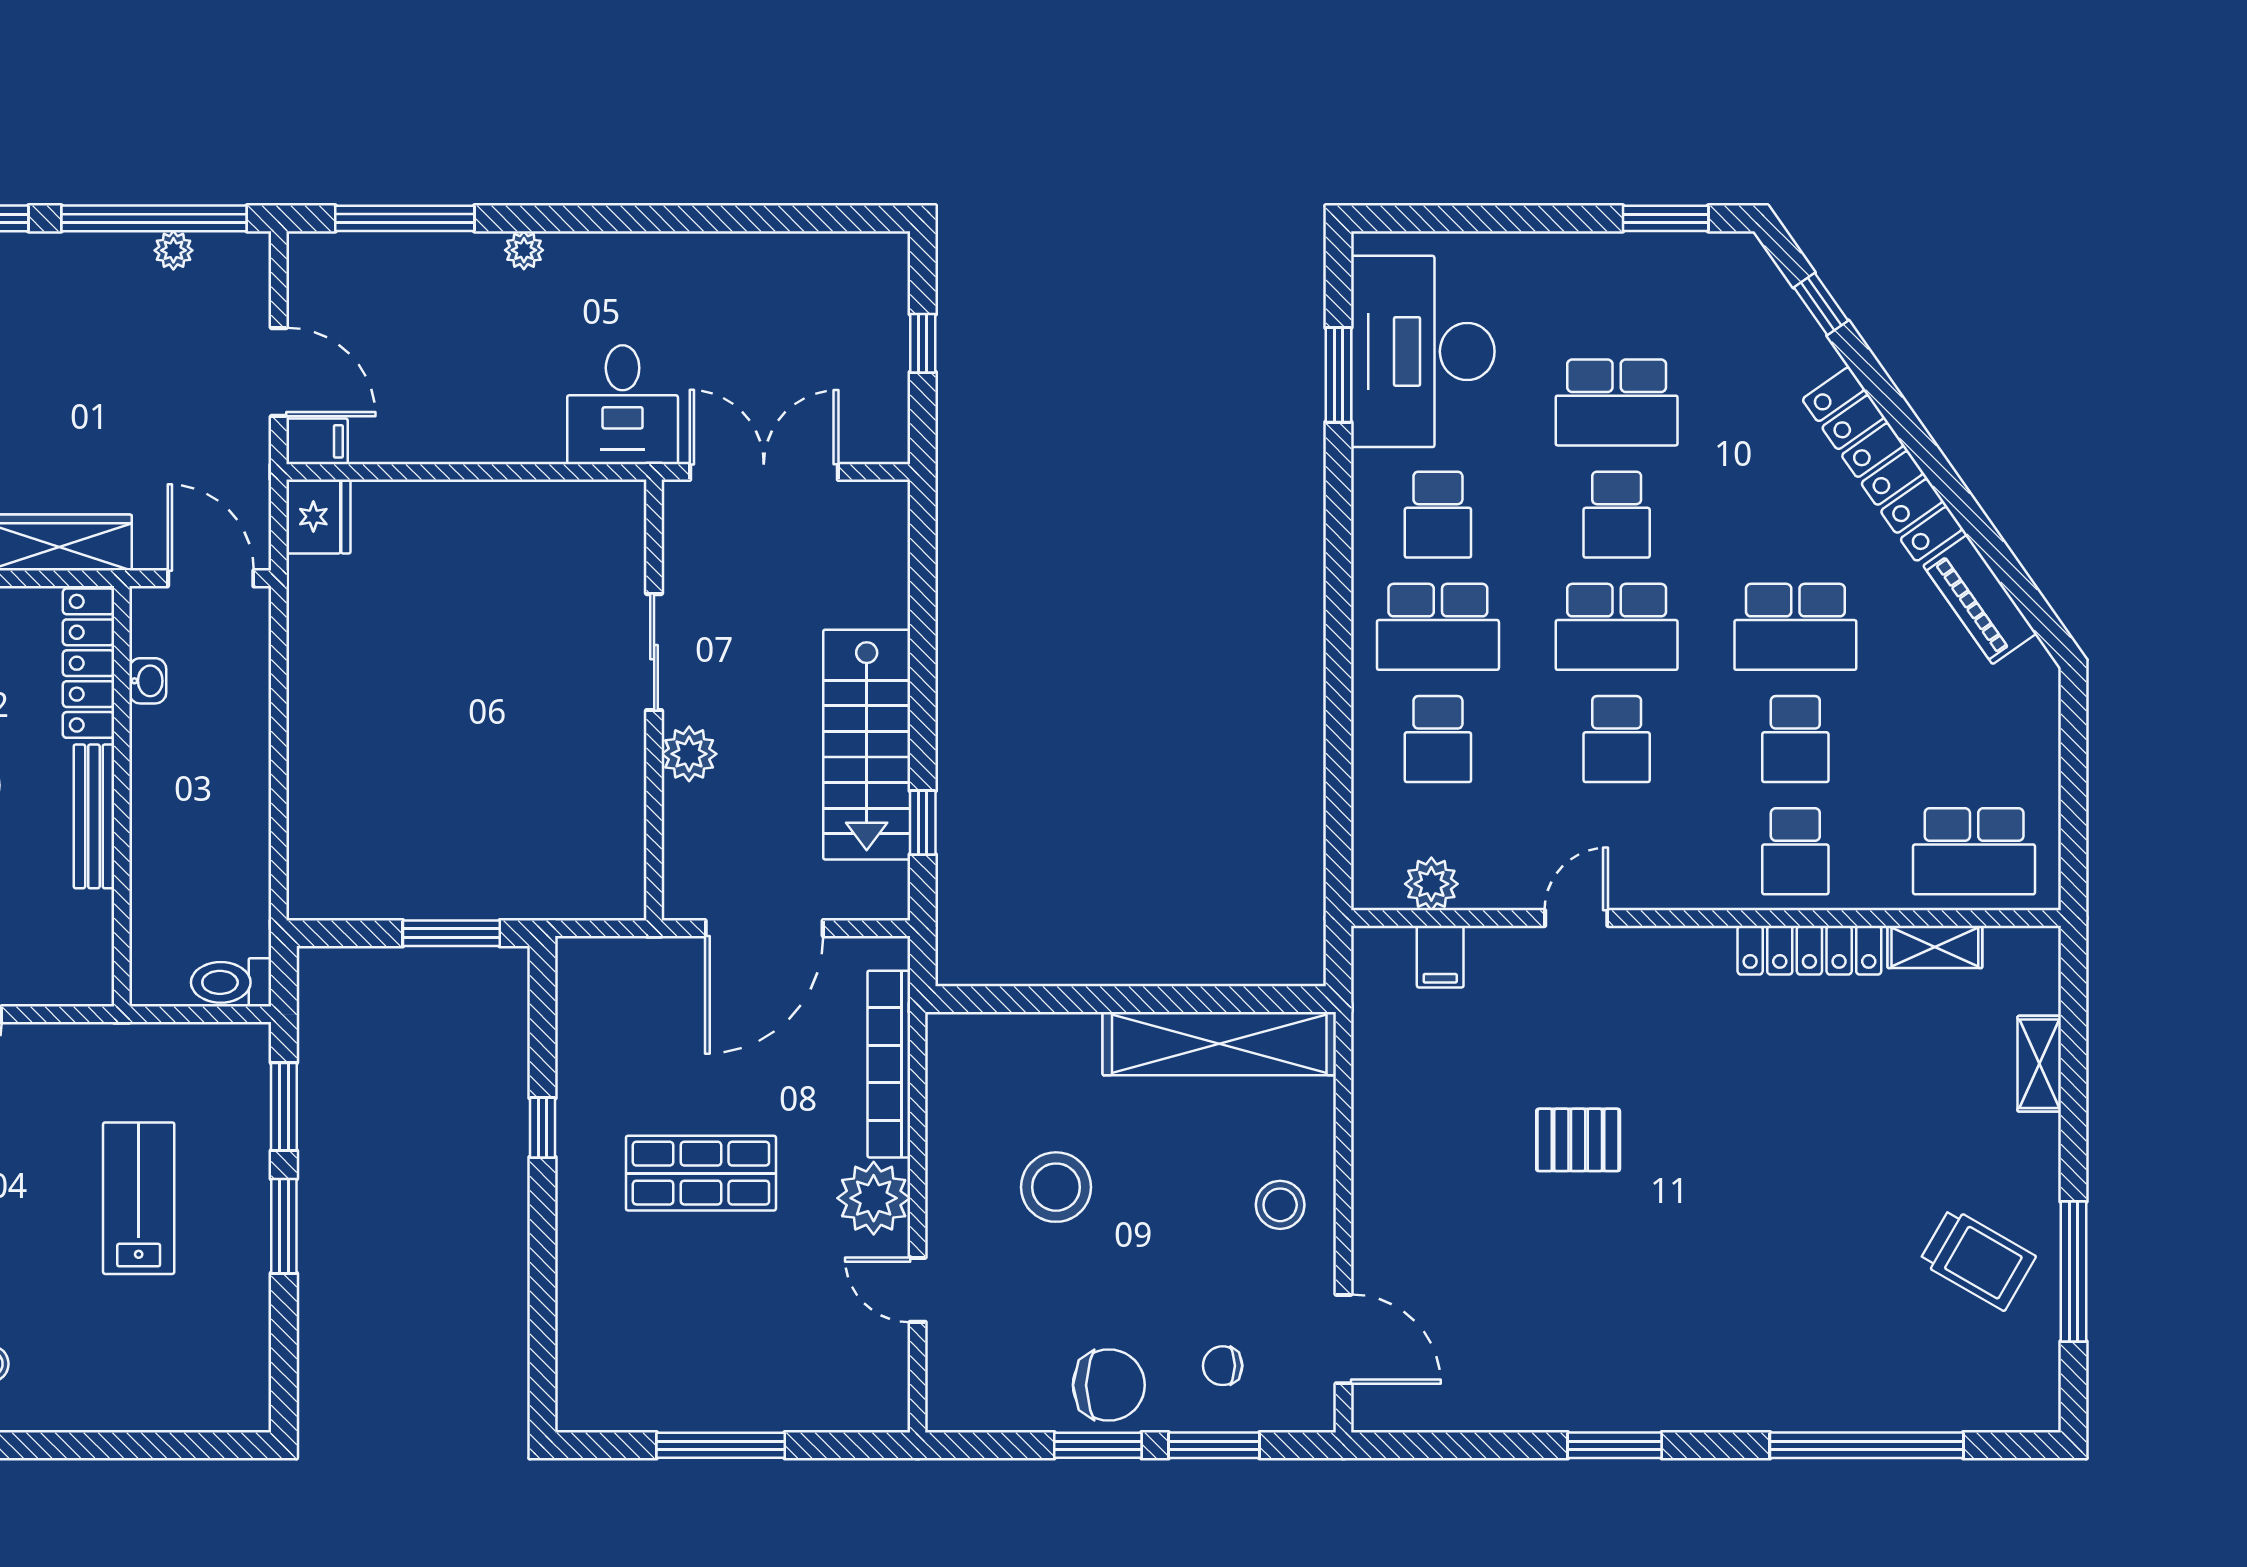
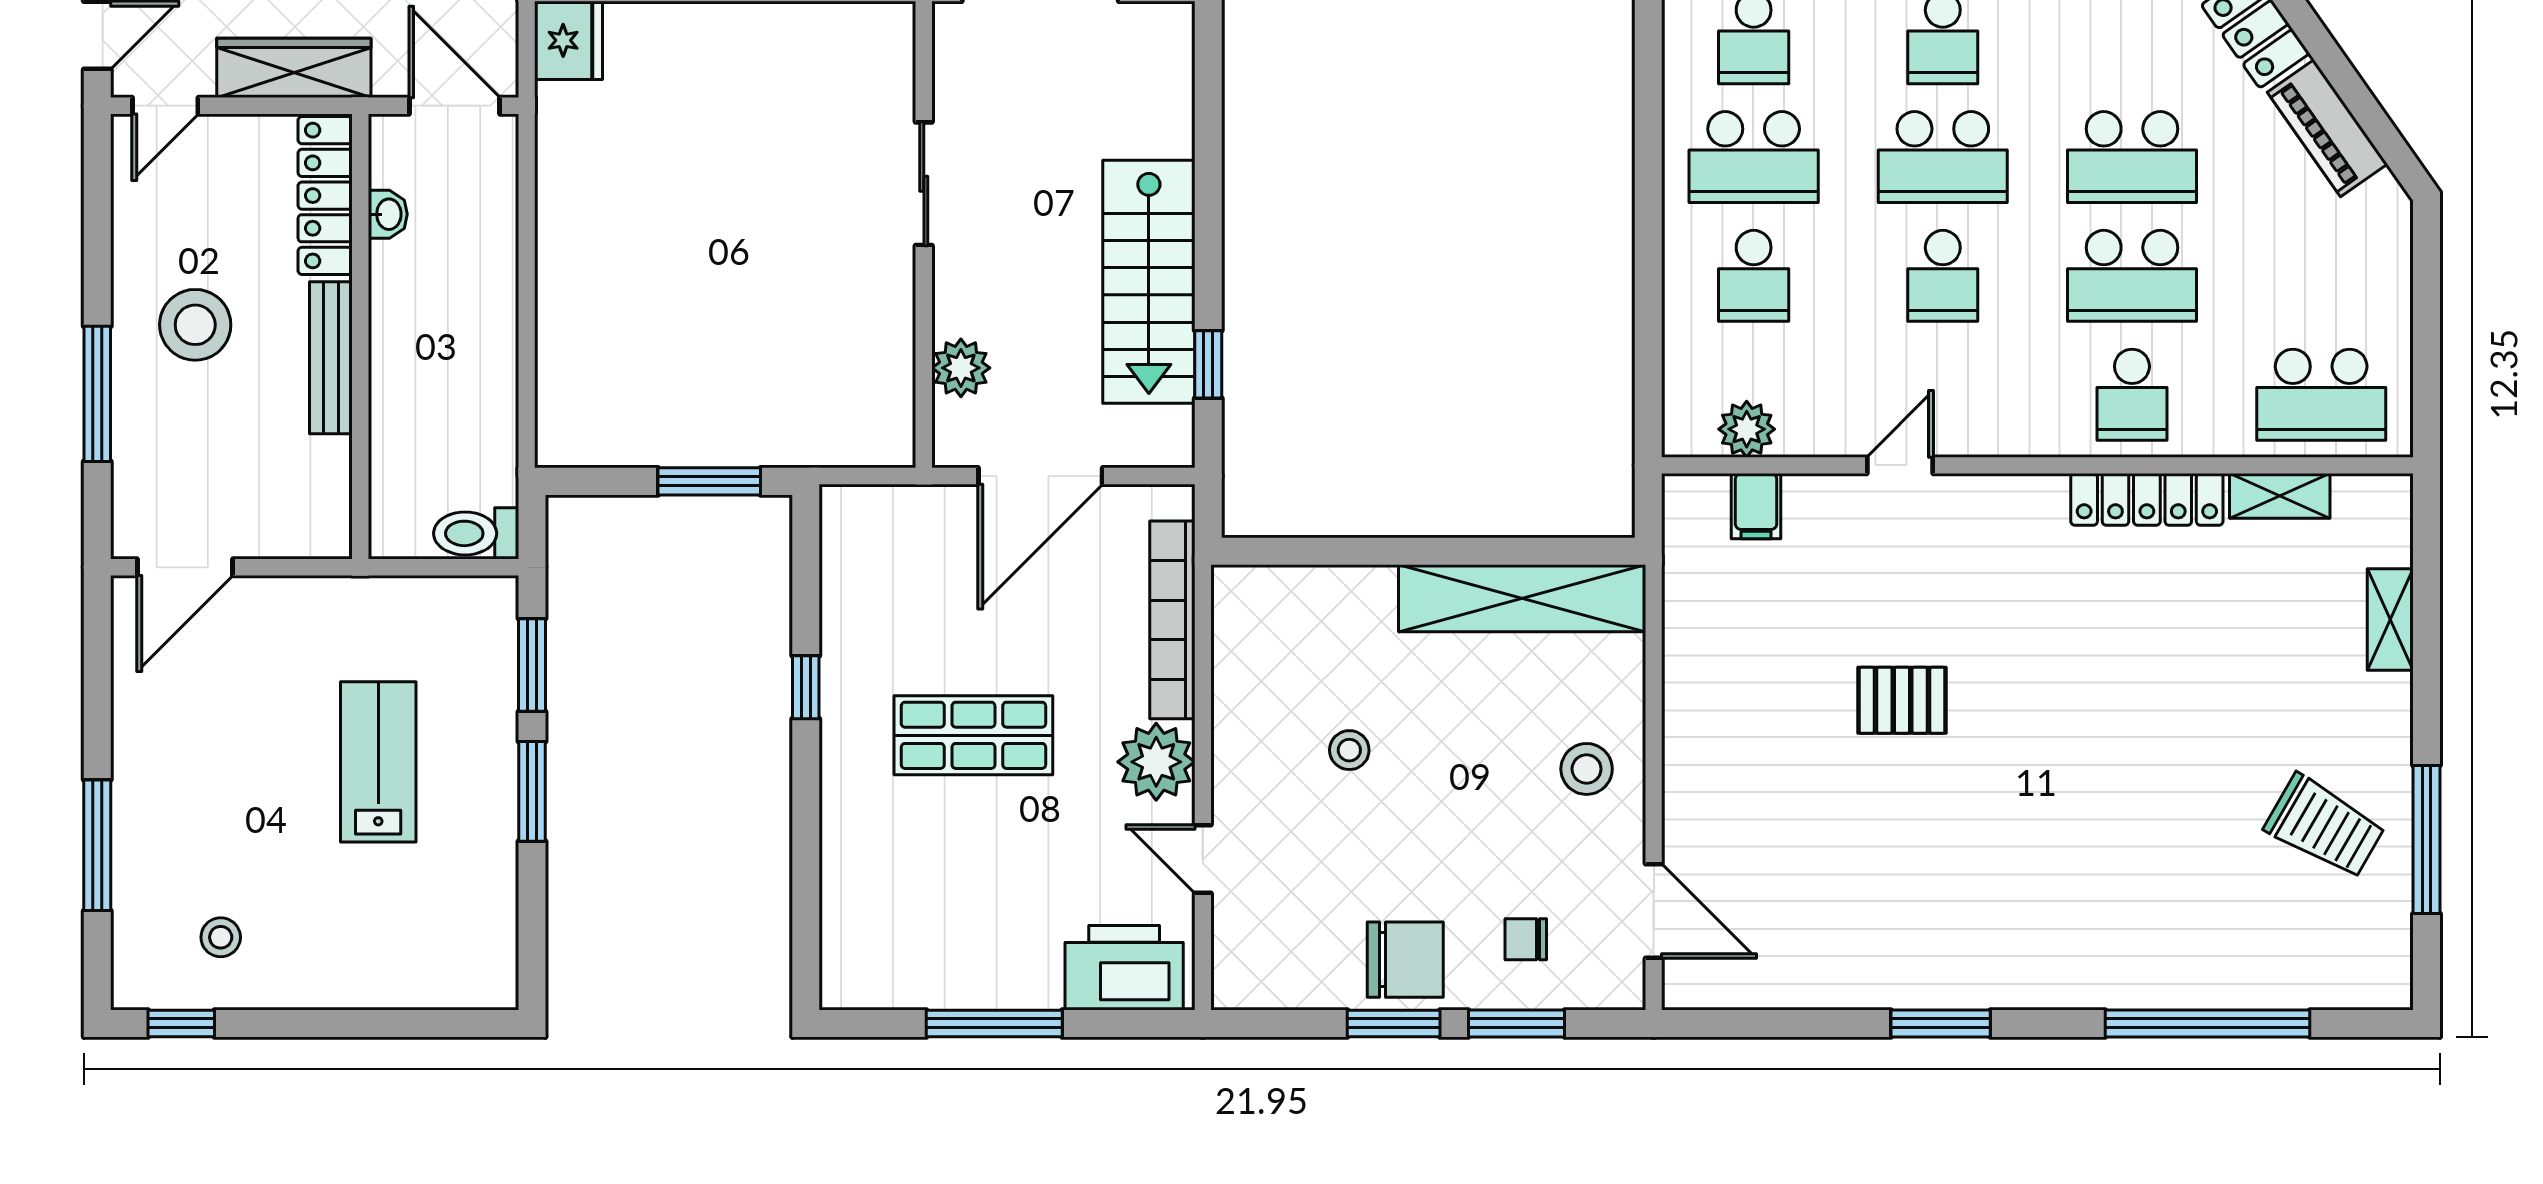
school desk: (1795, 739) -> (2132, 276), width x1.85
plant: (689, 754) -> (961, 368), moved
stool: (1056, 1187) -> (1349, 750), width x0.53, depth x0.53
printer: (843, 1393) -> (1124, 968), added

